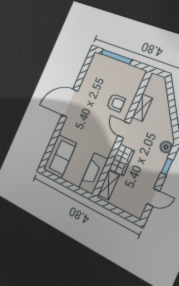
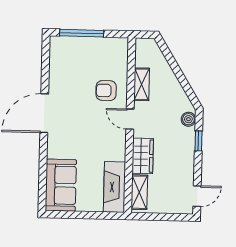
armchair: (116, 103) -> (106, 91), turned 180
door: (153, 197) -> (197, 196), moved

